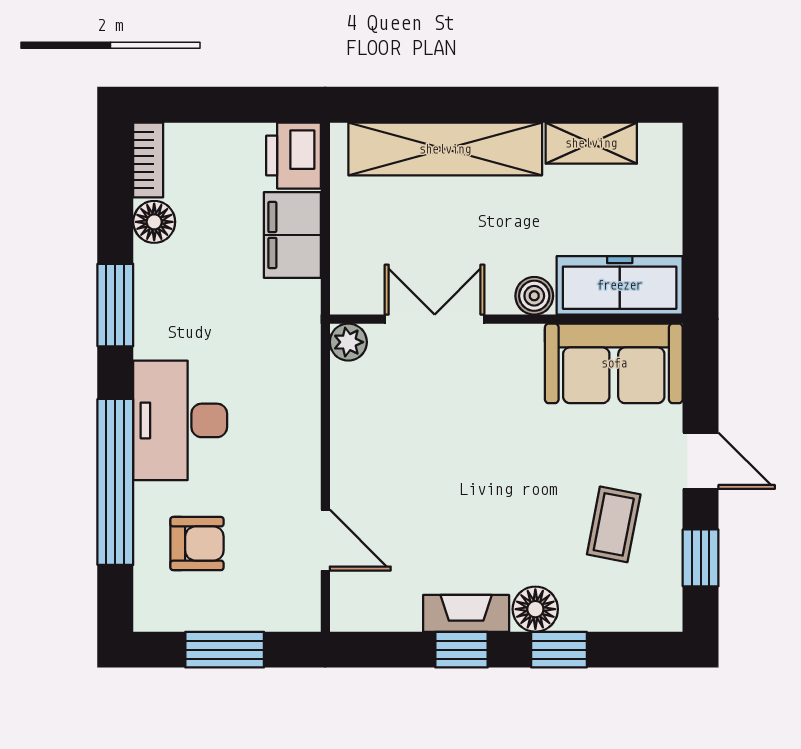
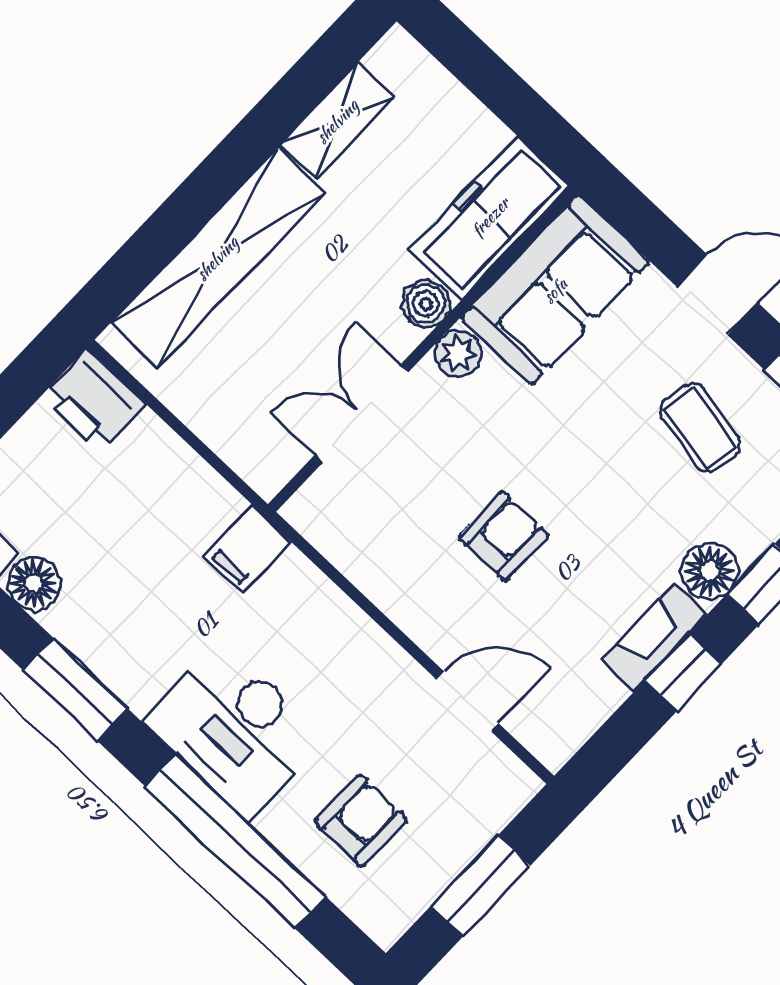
filing cabinet: (292, 235) -> (247, 549), moved, width x0.50
plant: (348, 342) -> (458, 354), moved
armchair: (442, 470) -> (504, 536), added

